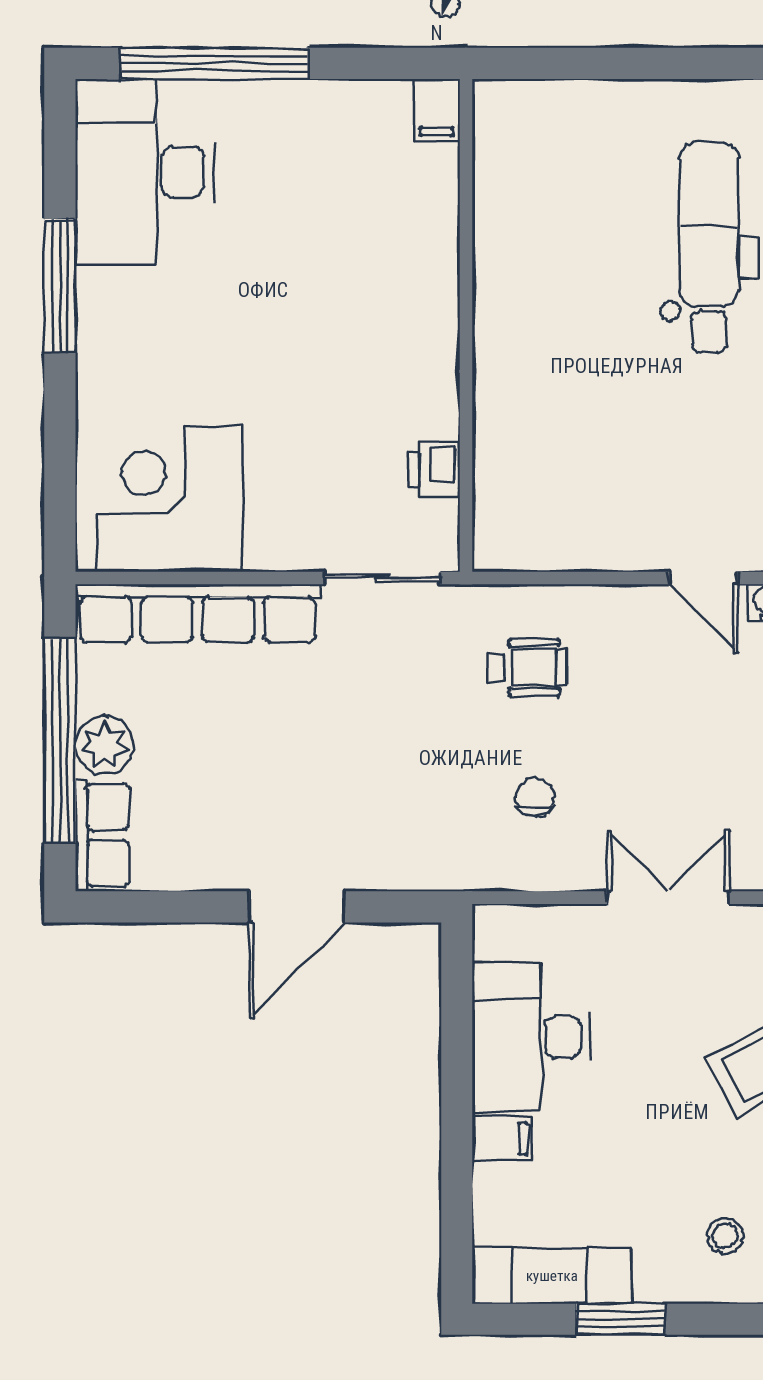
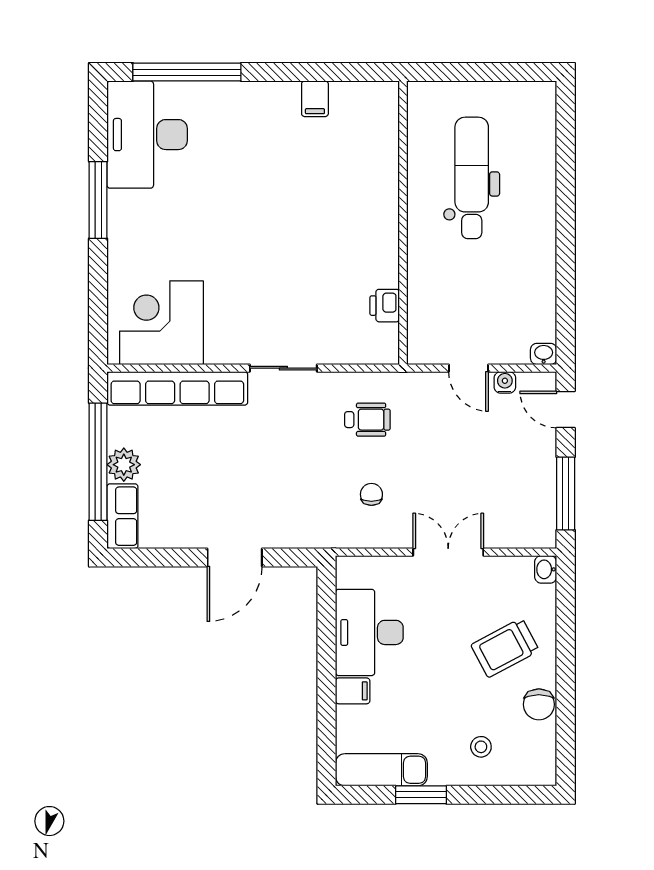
wall: (466, 325) -> (403, 223), moved
printer: (434, 469) -> (385, 306), moved

